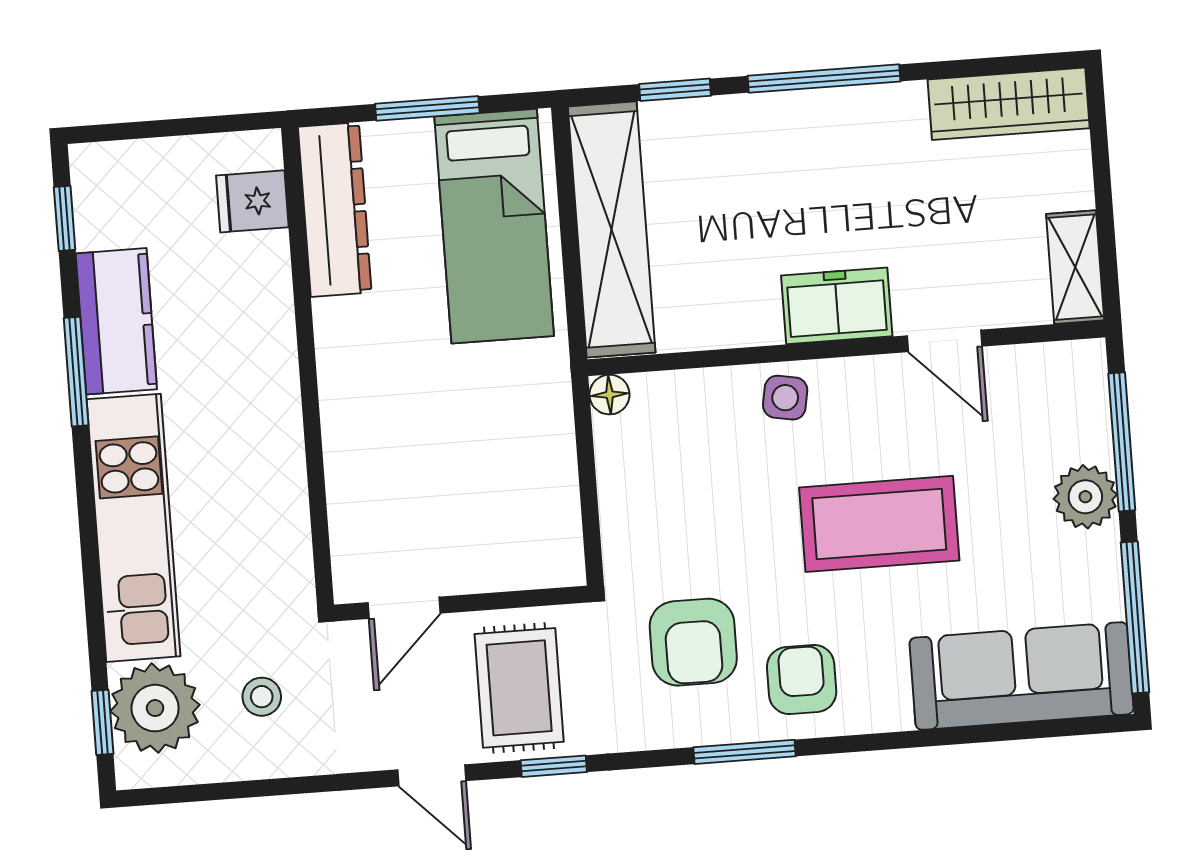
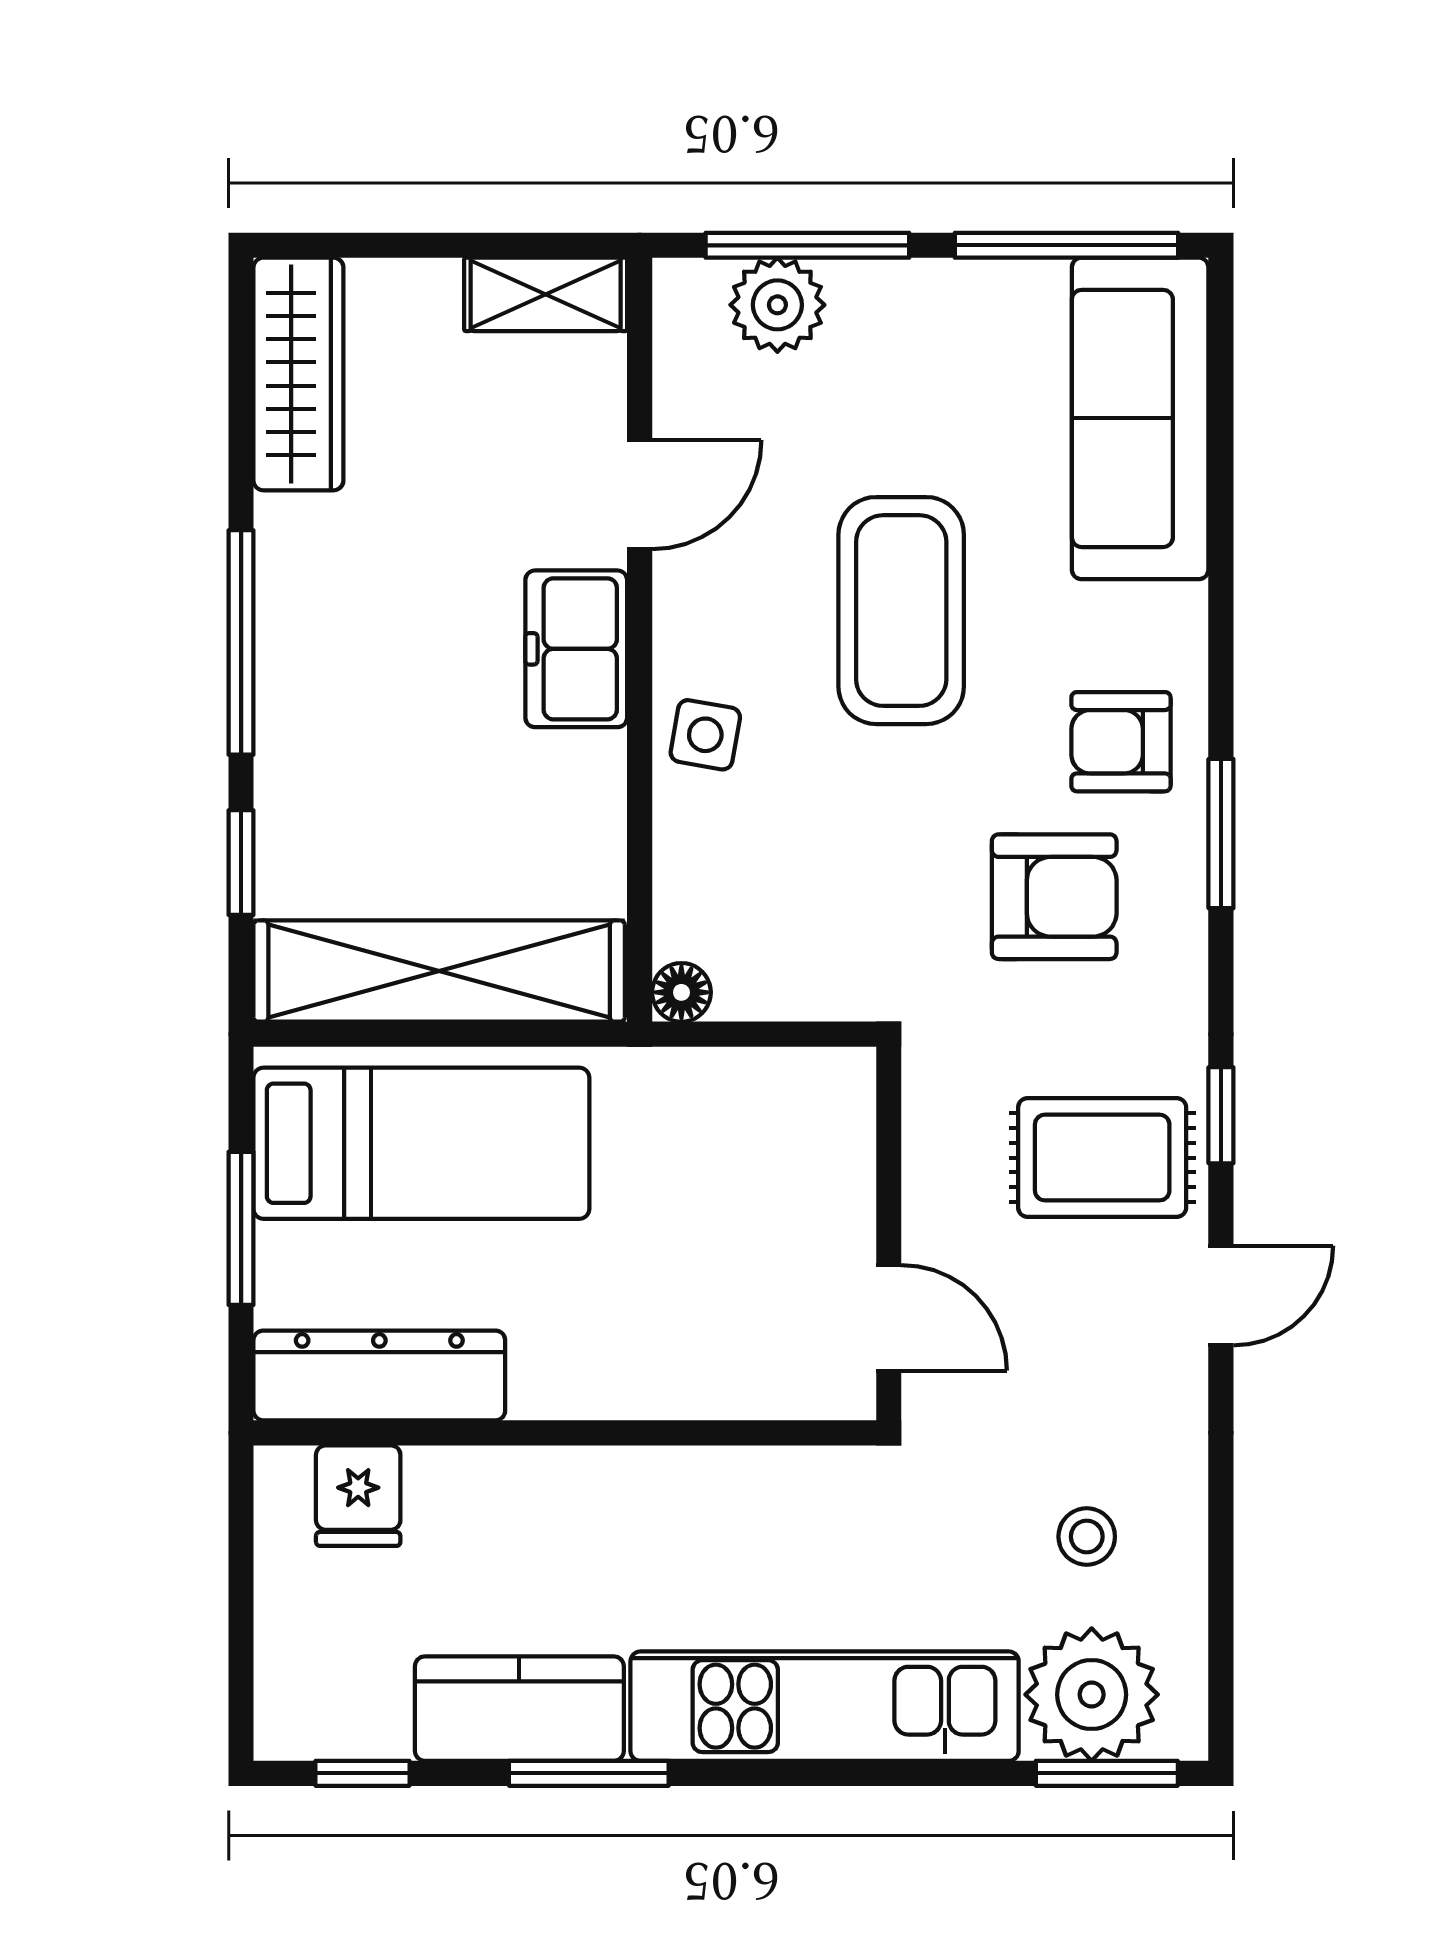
plant: (1085, 497) -> (777, 305), moved
wall: (461, 603) -> (889, 1234), moved
door: (404, 608) -> (889, 1318), moved
window: (102, 722) -> (1107, 1773), width x1.50

